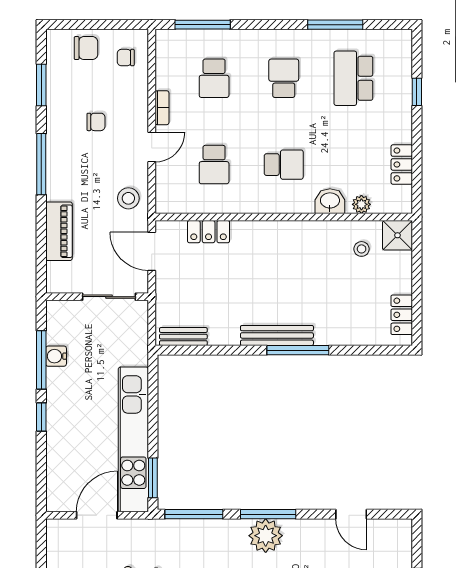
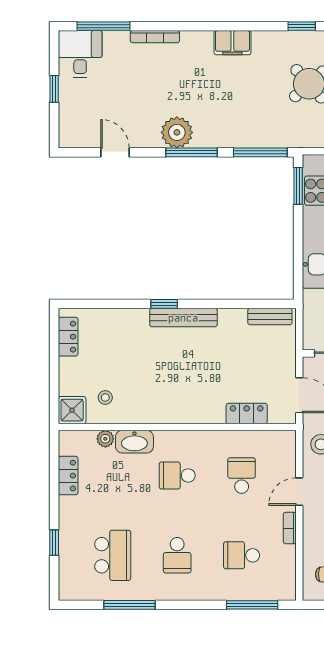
school desk: (214, 78) -> (242, 555), turned -90
washbasin: (330, 201) -> (134, 442), width x1.38
window: (298, 350) -> (164, 304), width x0.46
plant: (266, 536) -> (177, 132), moved

